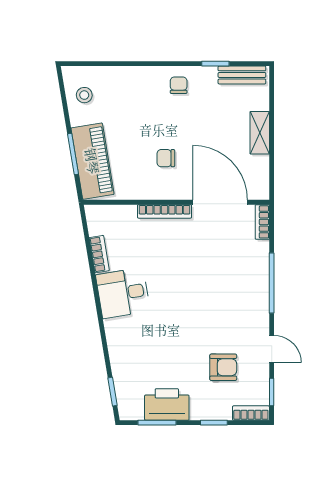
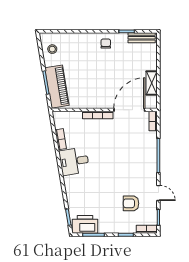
shelving: (260, 133) -> (152, 83), moved
chair: (166, 158) -> (98, 85), removed
door: (220, 202) -> (129, 110), hinge flipped
armchair: (223, 367) -> (131, 203), turned 180
printer: (167, 404) -> (85, 224), moved

